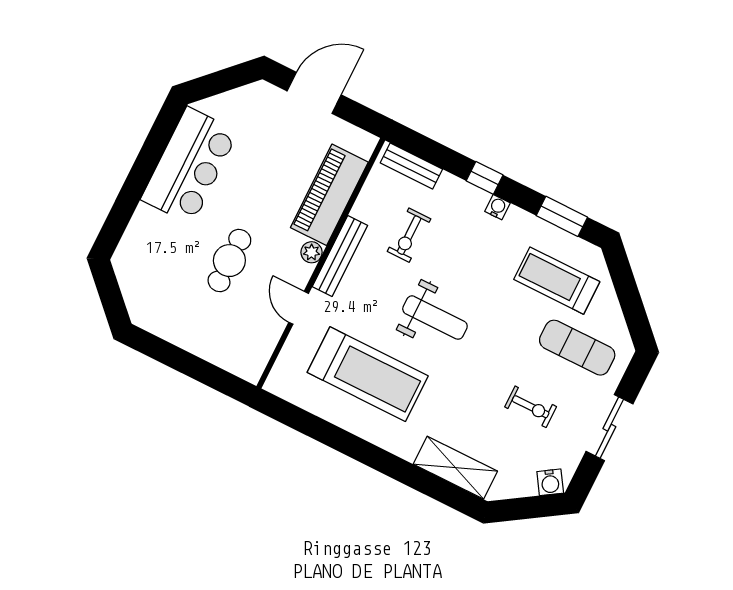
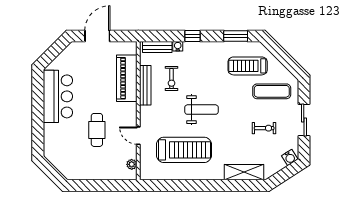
water cooler: (497, 207) -> (178, 46), moved
plant: (312, 252) -> (132, 164), moved
bench: (340, 256) -> (145, 85), moved

